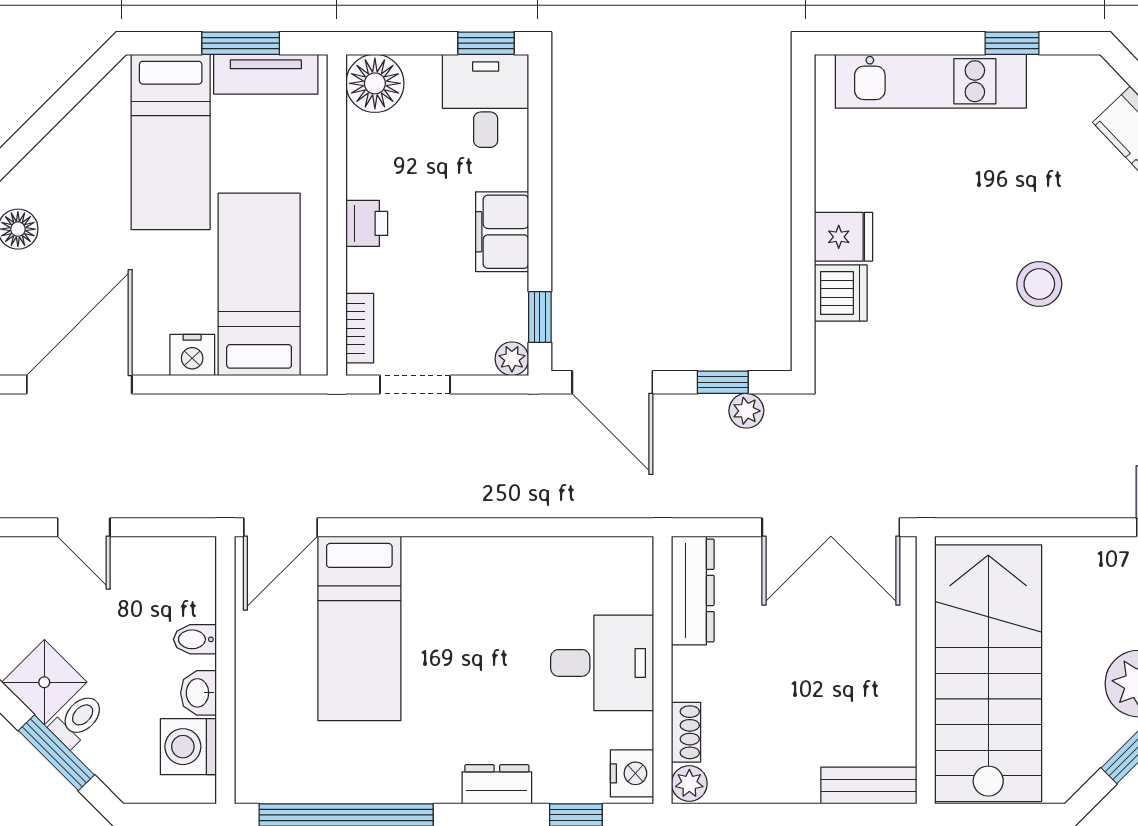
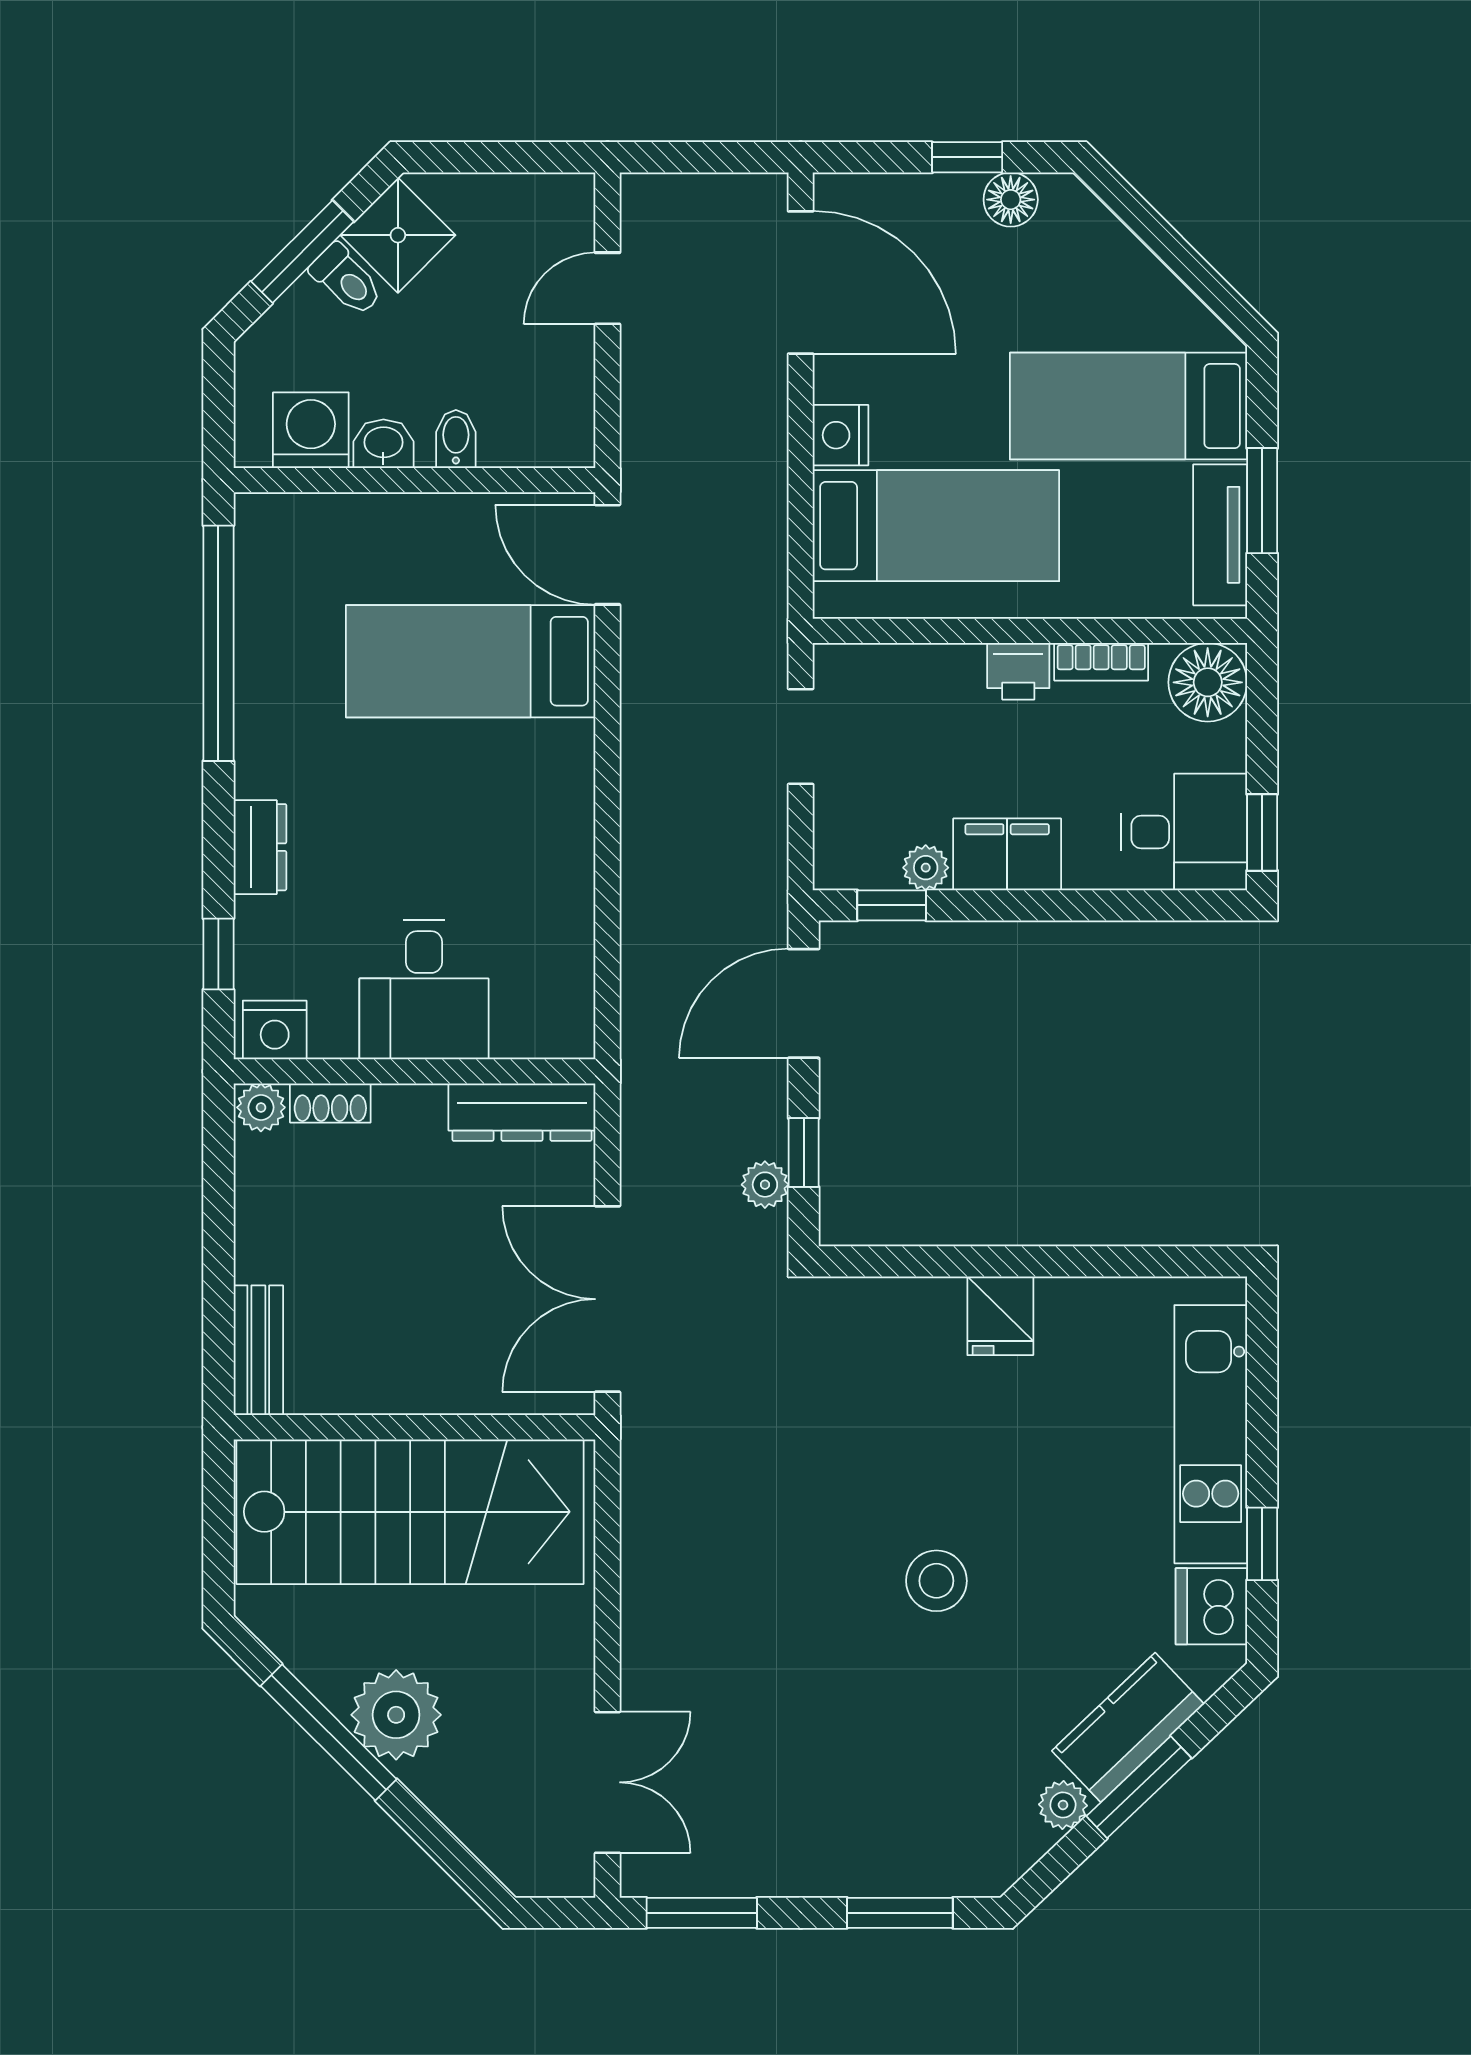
dishwasher: (841, 293) -> (1211, 1606), moved, turned 90
bookcase: (360, 328) -> (1101, 662), moved
plant: (512, 359) -> (926, 868), moved

